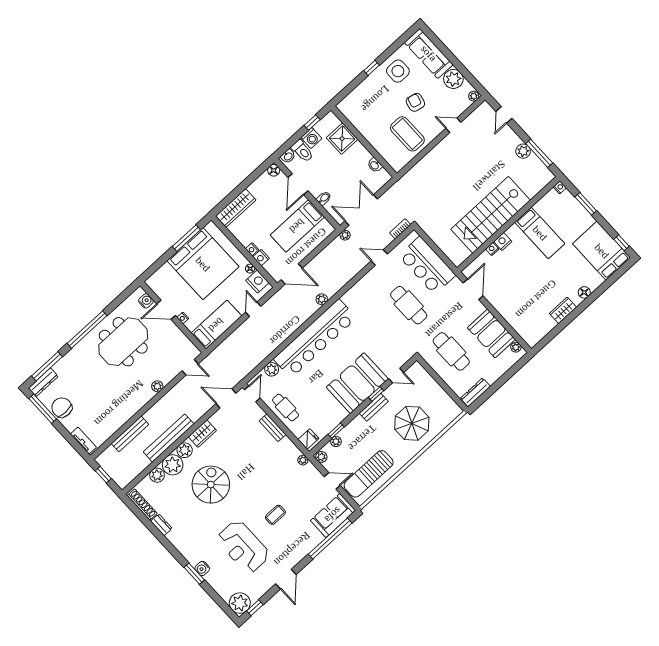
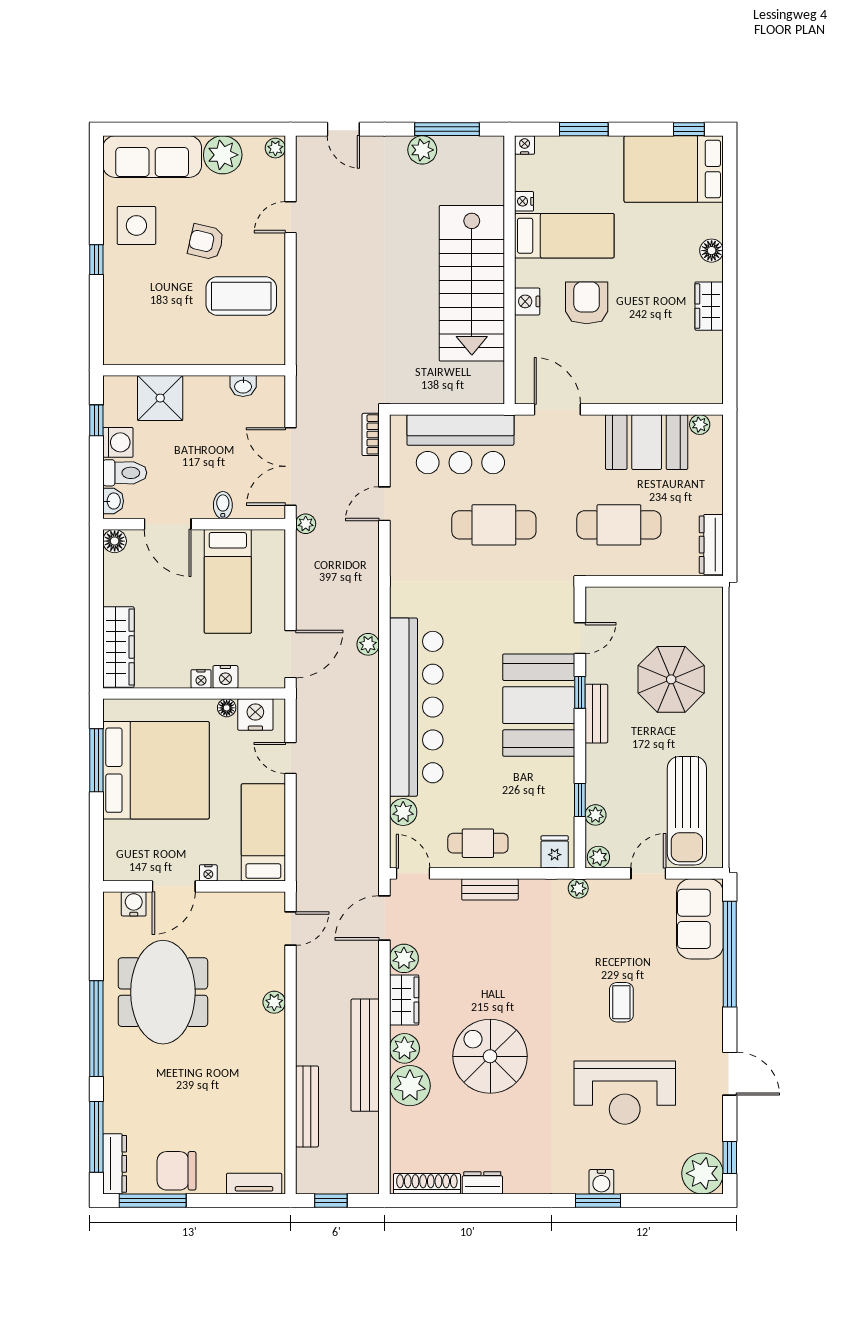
nightstand: (492, 249) -> (524, 201), moved
armchair: (522, 264) -> (587, 303), added
plant: (157, 475) -> (404, 958), moved

